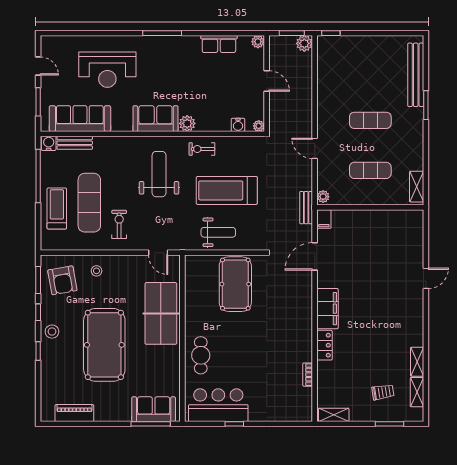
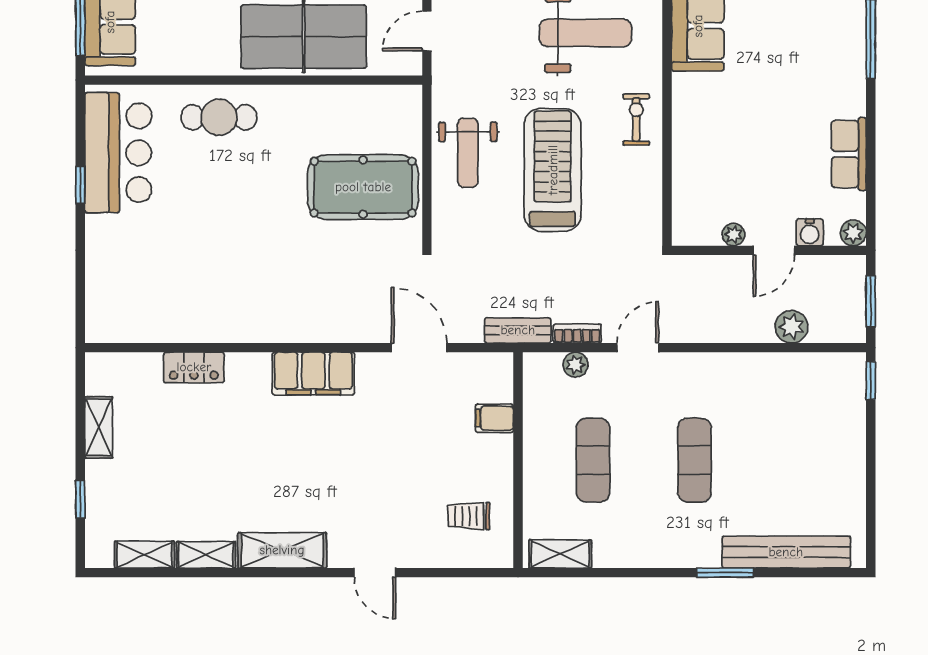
plant: (304, 43) -> (792, 327), moved
plant: (187, 123) -> (688, 90), removed
water cooler: (238, 125) -> (810, 232), moved, turned -90
plant: (259, 126) -> (733, 234), moved
plant: (323, 197) -> (576, 365), moved
filing cabinet: (324, 219) -> (495, 418), moved
shelving: (415, 324) -> (282, 550), added
locker: (324, 345) -> (194, 367), moved
bookcase: (308, 375) -> (577, 334), moved
trolley: (383, 392) -> (469, 516), moved, turned 99
shelving: (334, 415) -> (99, 427), moved
window: (390, 424) -> (80, 499), width x0.67

